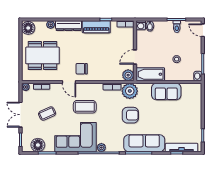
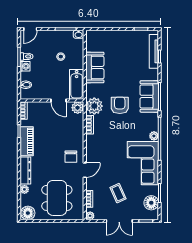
washing machine: (141, 25) -> (25, 66), moved
coffee table: (85, 107) -> (111, 153), removed
sofa: (144, 143) -> (149, 96), width x0.73

